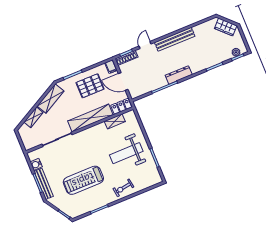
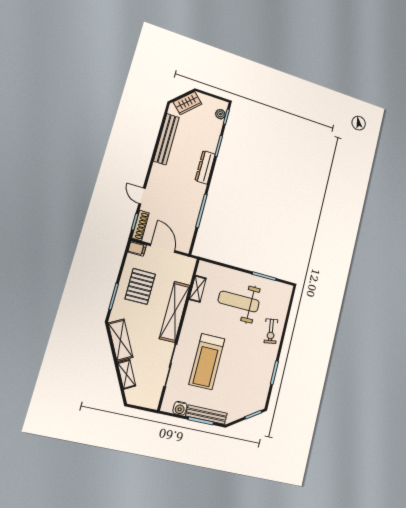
bench: (175, 39) -> (166, 139), moved
dresser: (179, 75) -> (205, 167), moved
door: (123, 81) -> (163, 248), swing flipped
locker: (121, 106) -> (187, 270), removed
weight bench: (126, 153) -> (239, 302), turned 90
treadmill: (83, 180) -> (207, 362), moved

